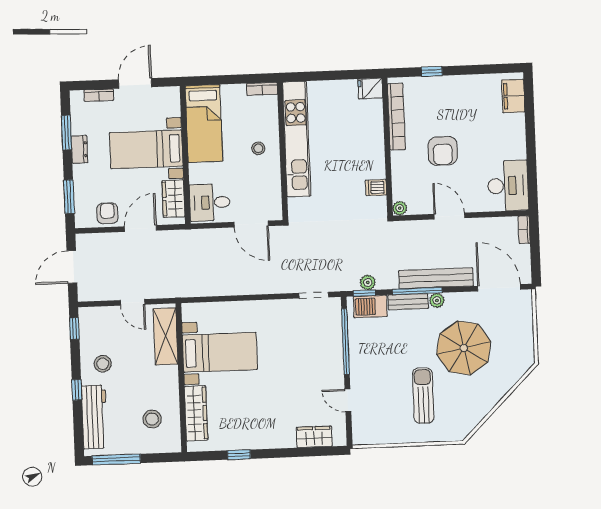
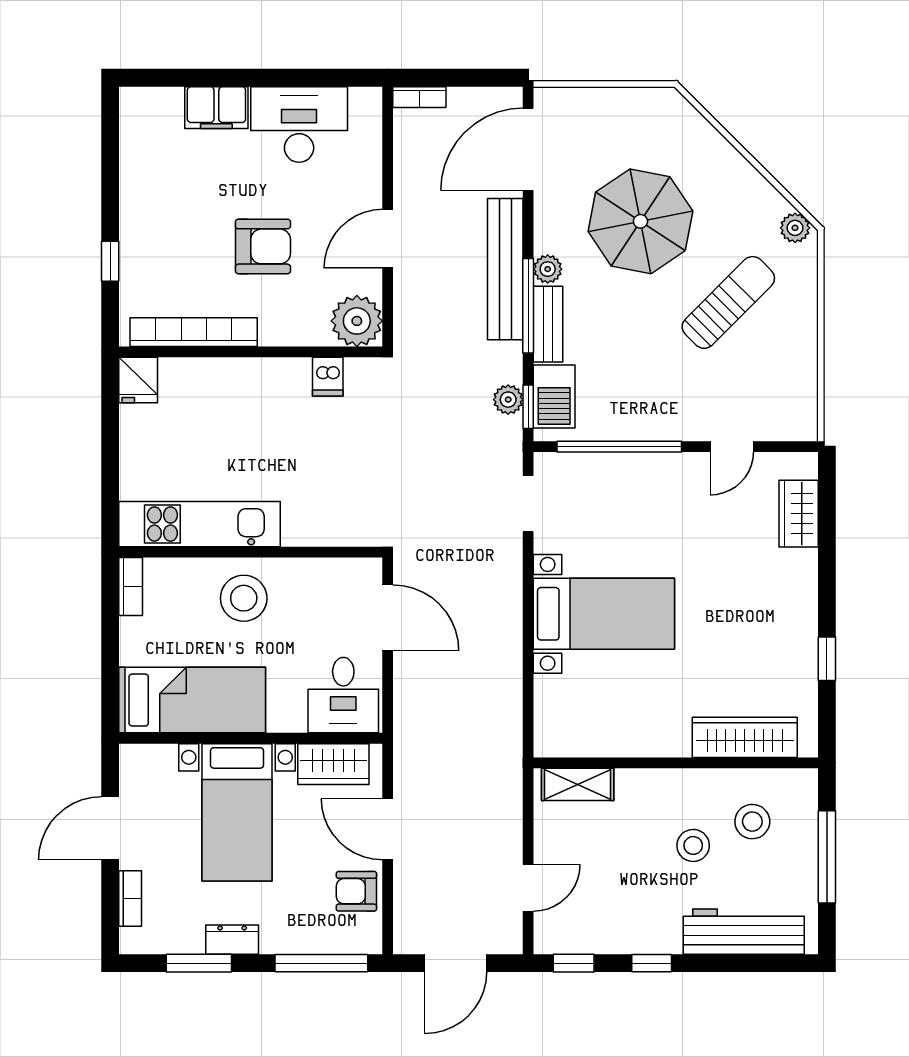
door: (135, 83) -> (110, 828), hinge flipped
filing cabinet: (513, 96) -> (216, 108), moved
kitchen unit: (297, 139) -> (200, 524), width x0.73
stool: (258, 148) -> (244, 598), width x1.89, depth x1.89
desk: (508, 186) -> (299, 124), moved
window: (69, 197) -> (321, 963), width x1.44
plant: (400, 208) -> (357, 321), width x1.88, depth x1.88
door: (251, 224) -> (388, 618), hinge flipped
door: (72, 267) -> (456, 963), hinge flipped
door: (133, 302) -> (528, 888), moved
shelving: (165, 336) -> (578, 784), width x0.67, depth x0.75
bed with nightstands: (220, 352) -> (604, 614), moved, turned 90
stool: (103, 364) -> (693, 845), moved
window: (77, 390) -> (652, 963), moved
sun lounger: (423, 396) -> (728, 302), turned 135
plant: (464, 429) -> (795, 228), added
window: (116, 460) -> (827, 857), moved

